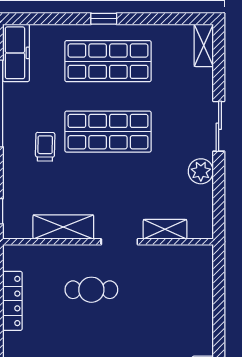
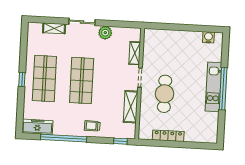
shelving: (204, 45) -> (54, 28), moved
trolley: (45, 147) -> (92, 126), moved
cafe table: (91, 290) -> (165, 94), width x1.37, depth x1.35

